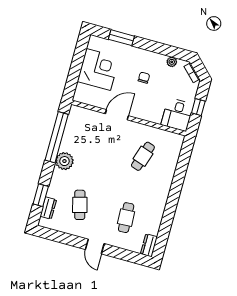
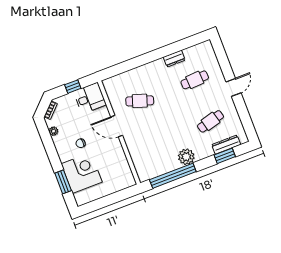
corner desk: (98, 69) -> (82, 173), moved, turned 90
door: (117, 115) -> (117, 126), moved
dresser: (48, 208) -> (226, 145), width x1.44
dresser: (149, 245) -> (174, 59), moved

